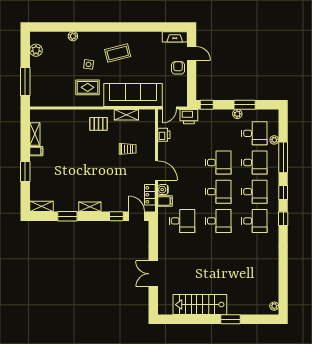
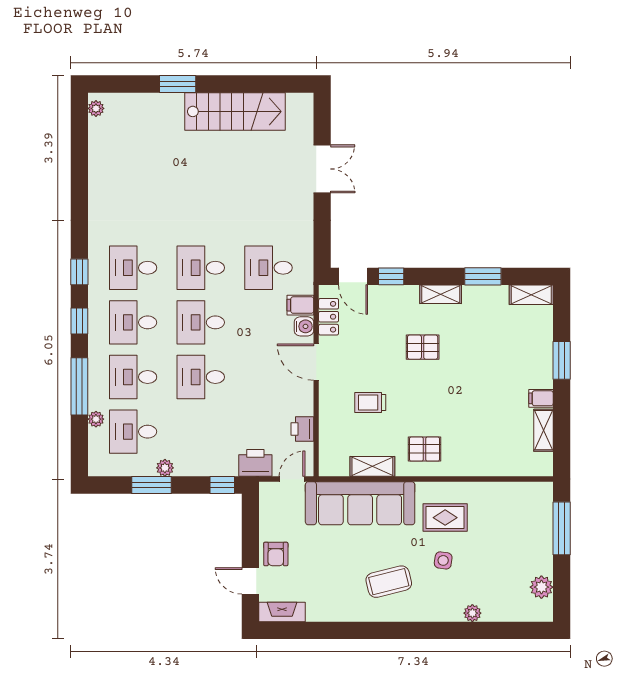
pallet: (100, 178) -> (423, 347), added

